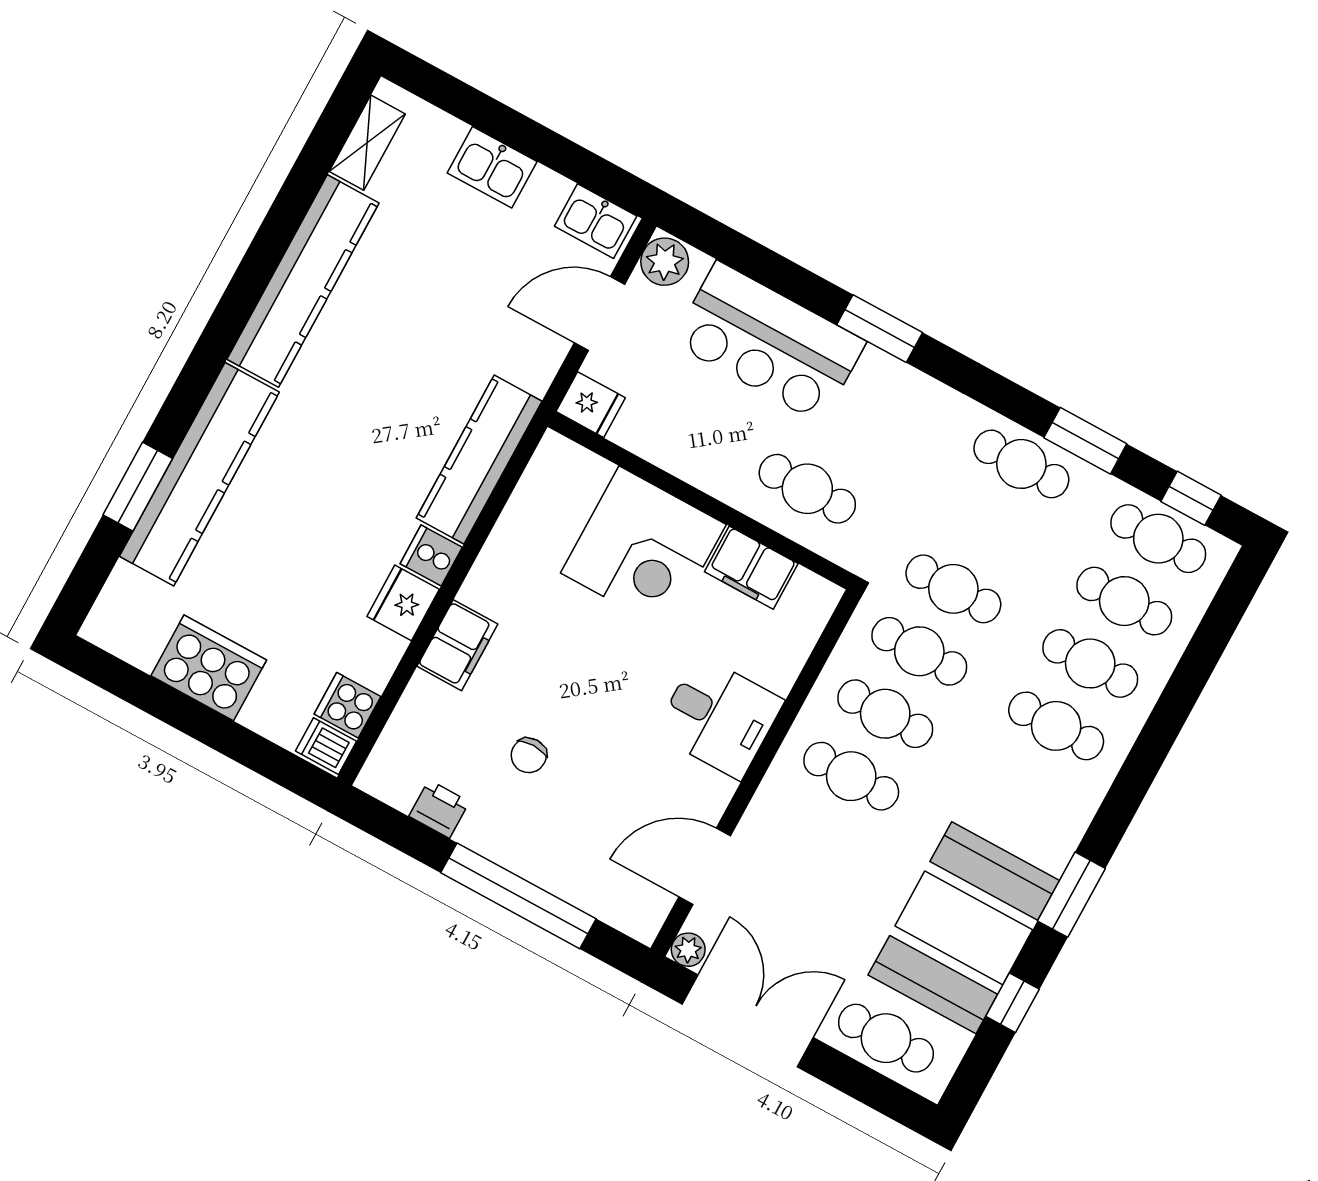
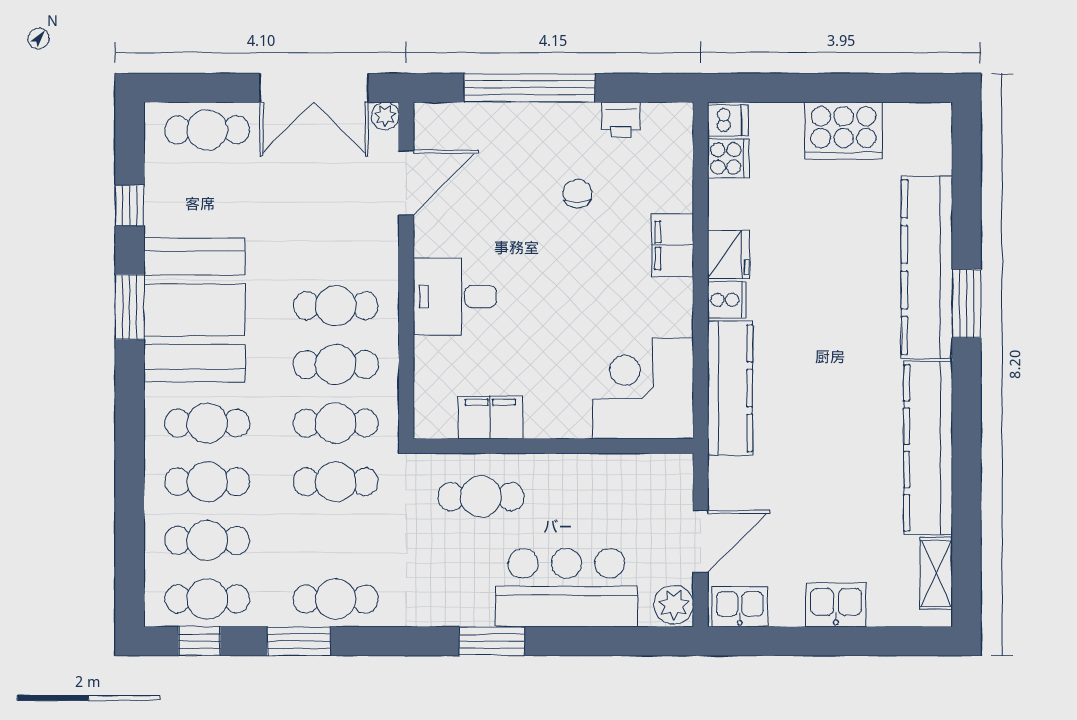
fridge: (591, 405) -> (671, 472), removed
window: (138, 487) -> (966, 303), moved
corner desk: (643, 549) -> (643, 389), moved
booth: (964, 928) -> (194, 310), moved

